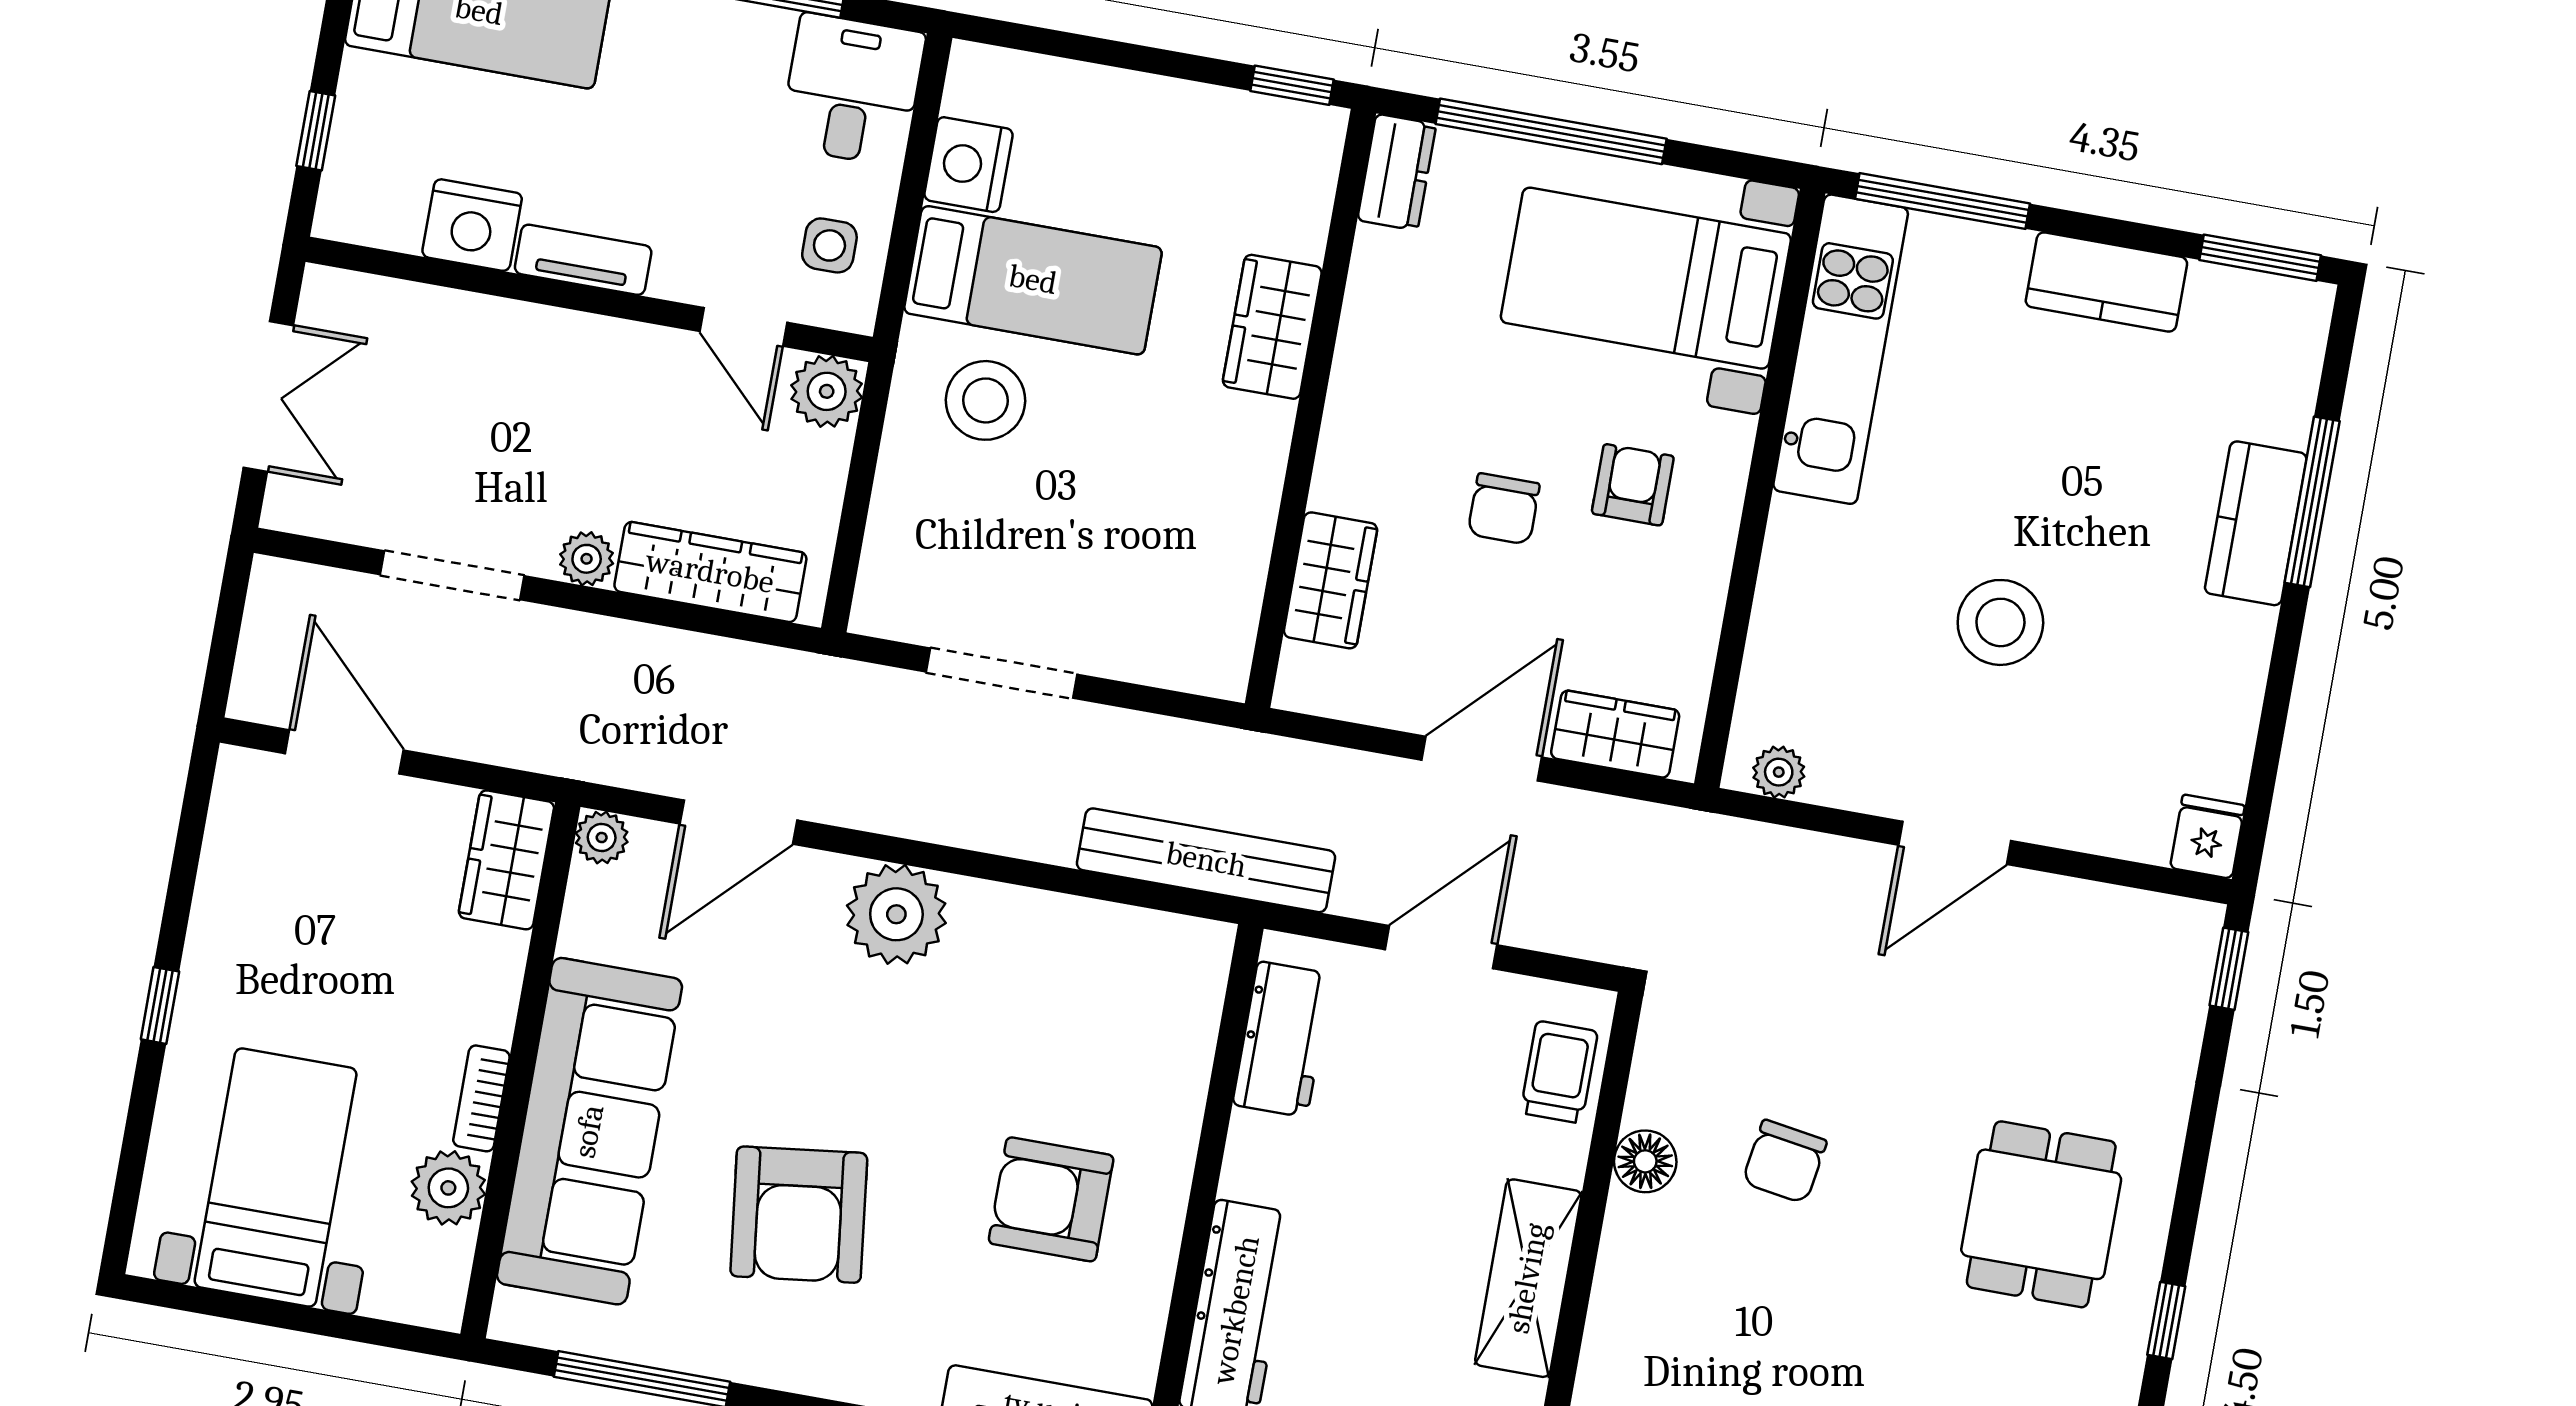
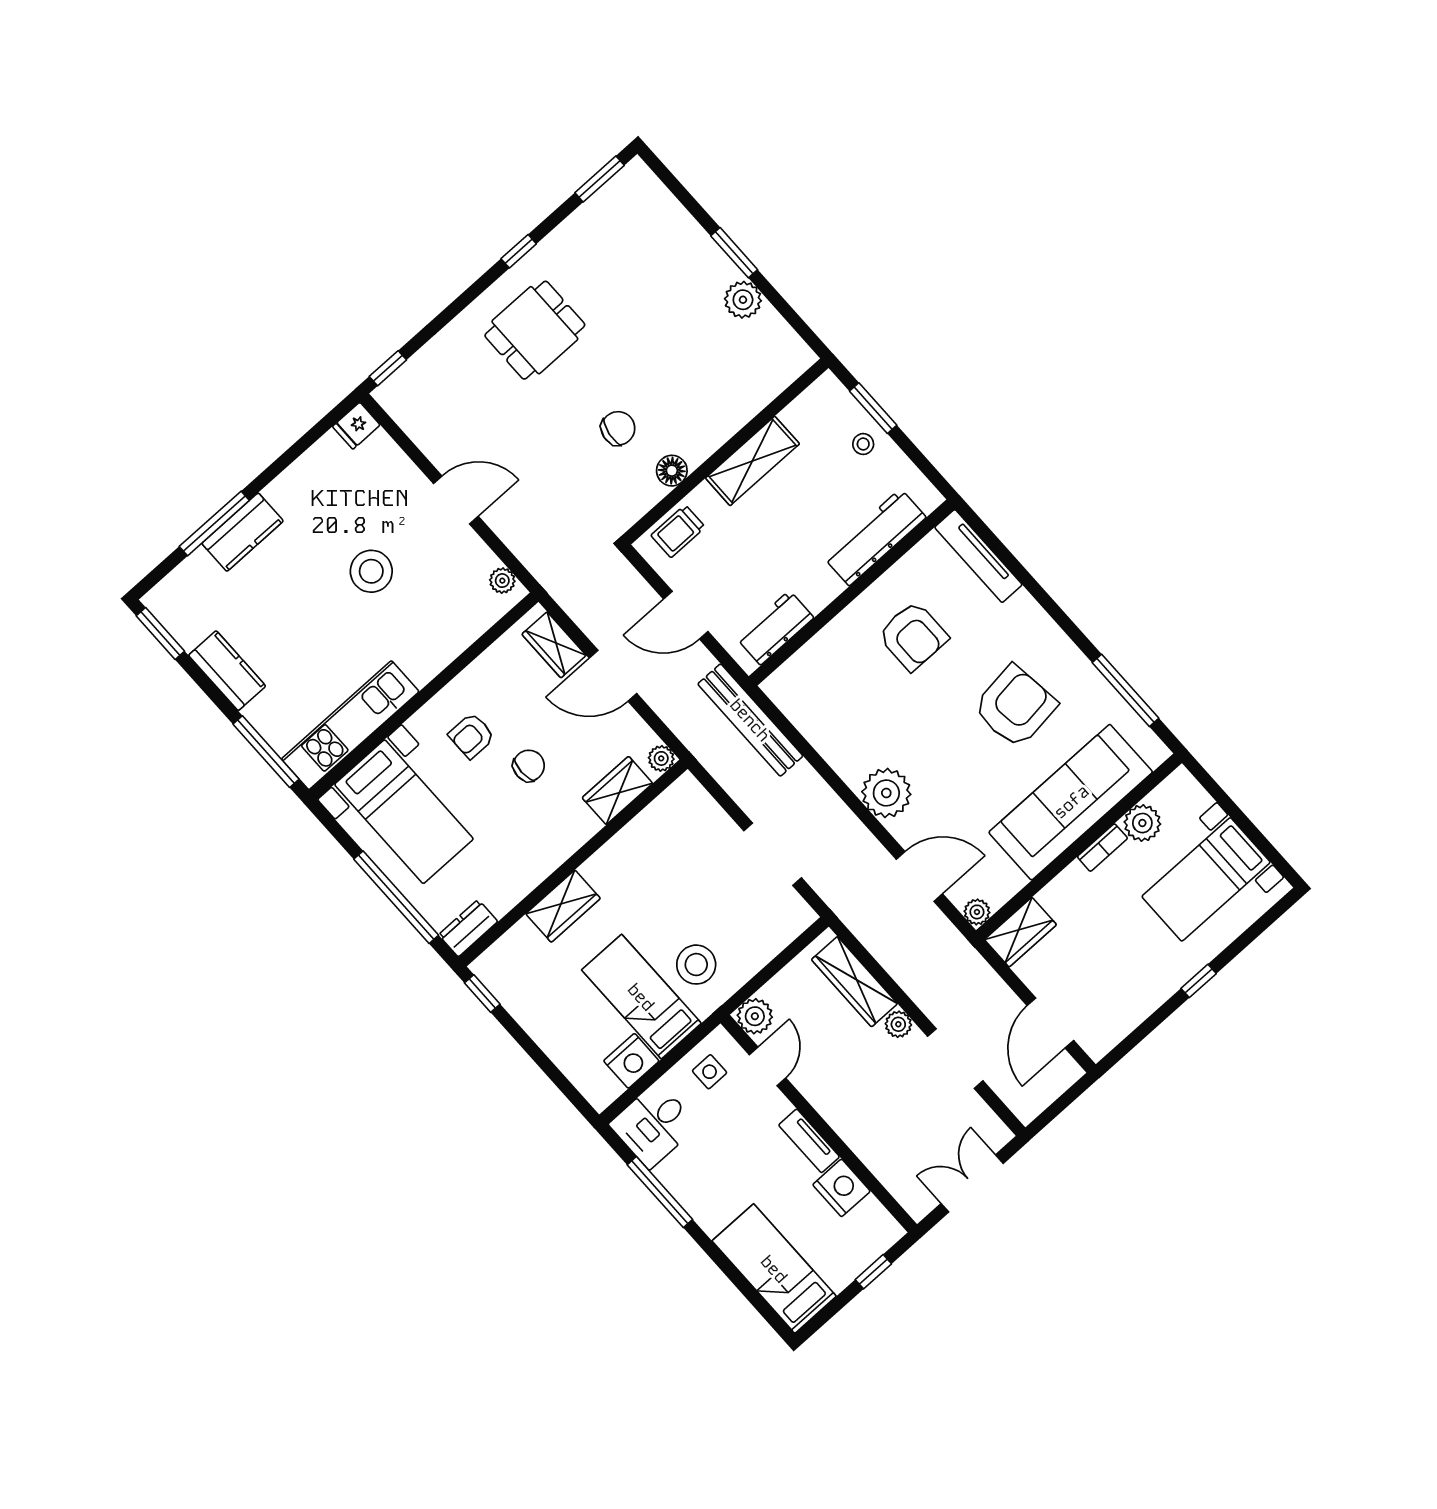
plant: (1301, 687) -> (661, 758), added

